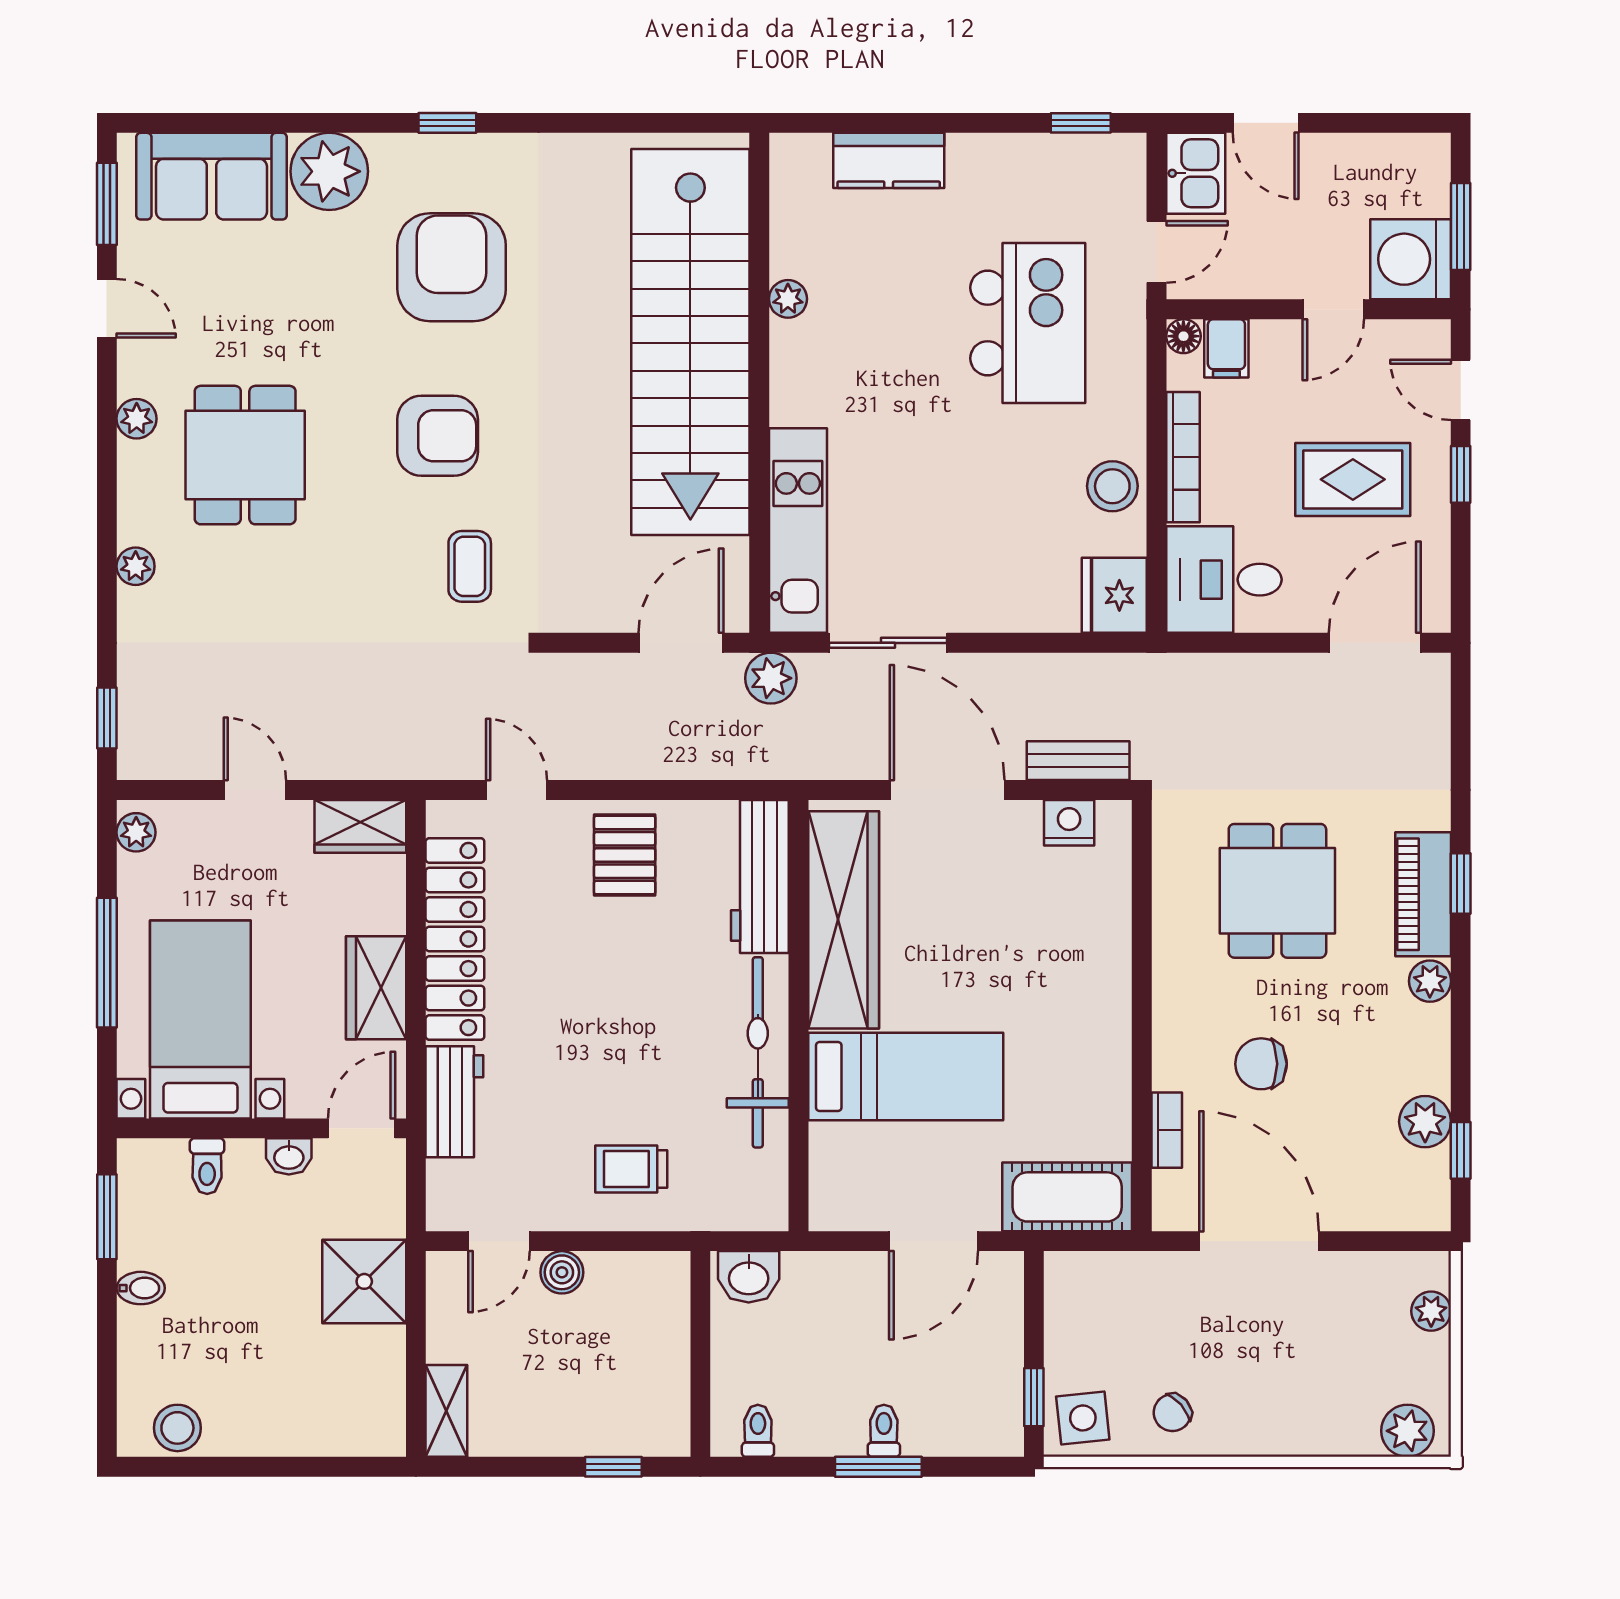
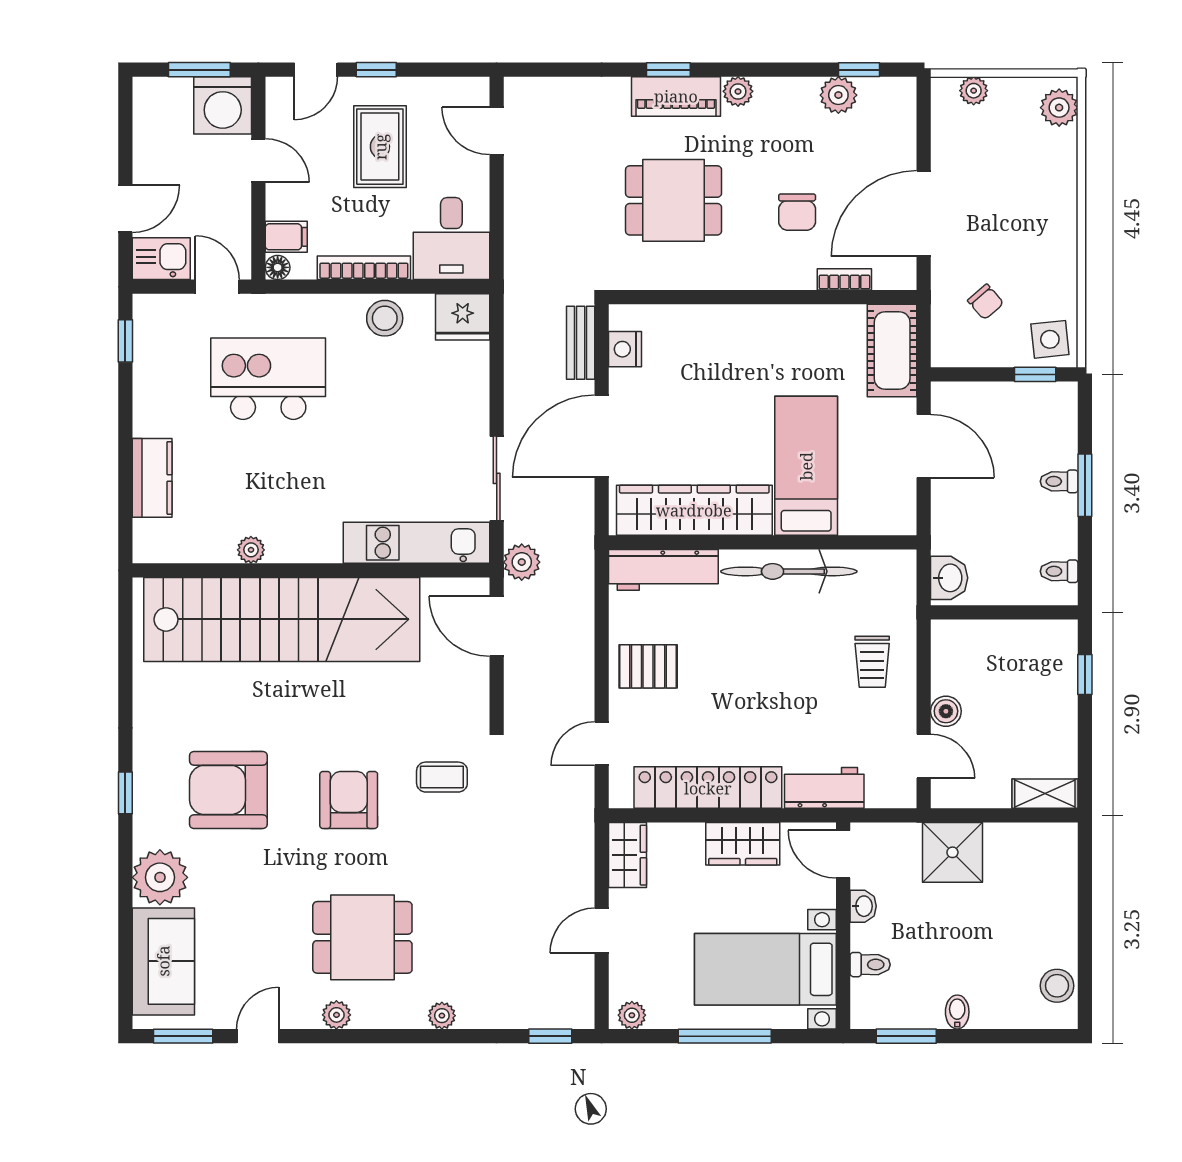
door: (1375, 643) -> (497, 131), width x0.73
chair: (1172, 1413) -> (986, 302), moved

